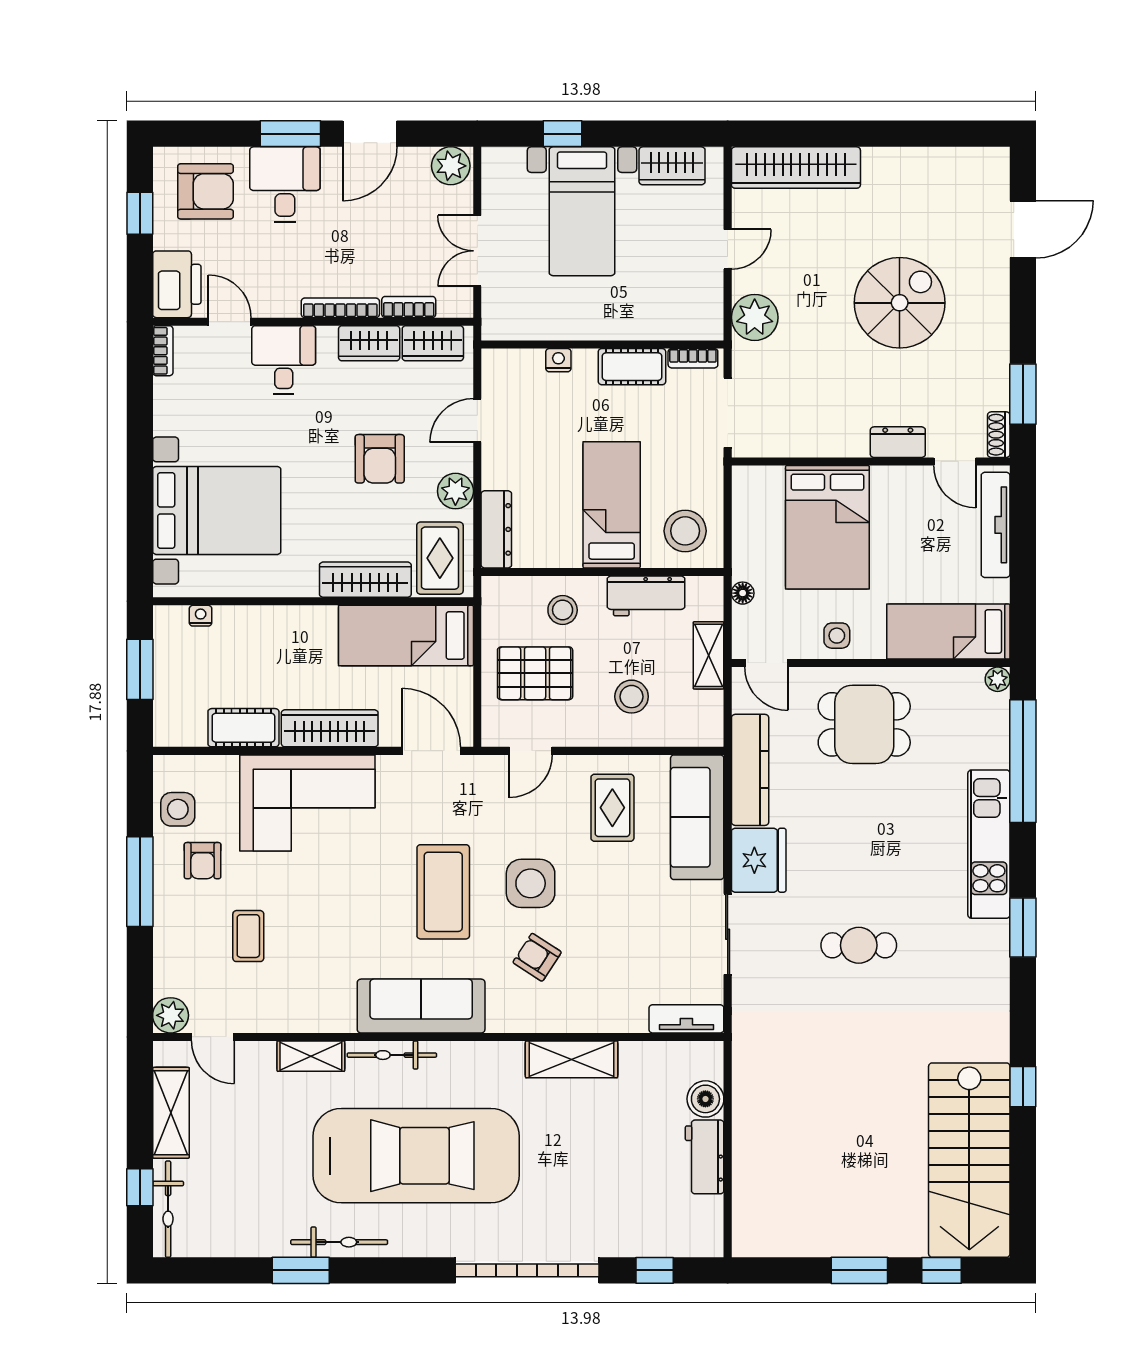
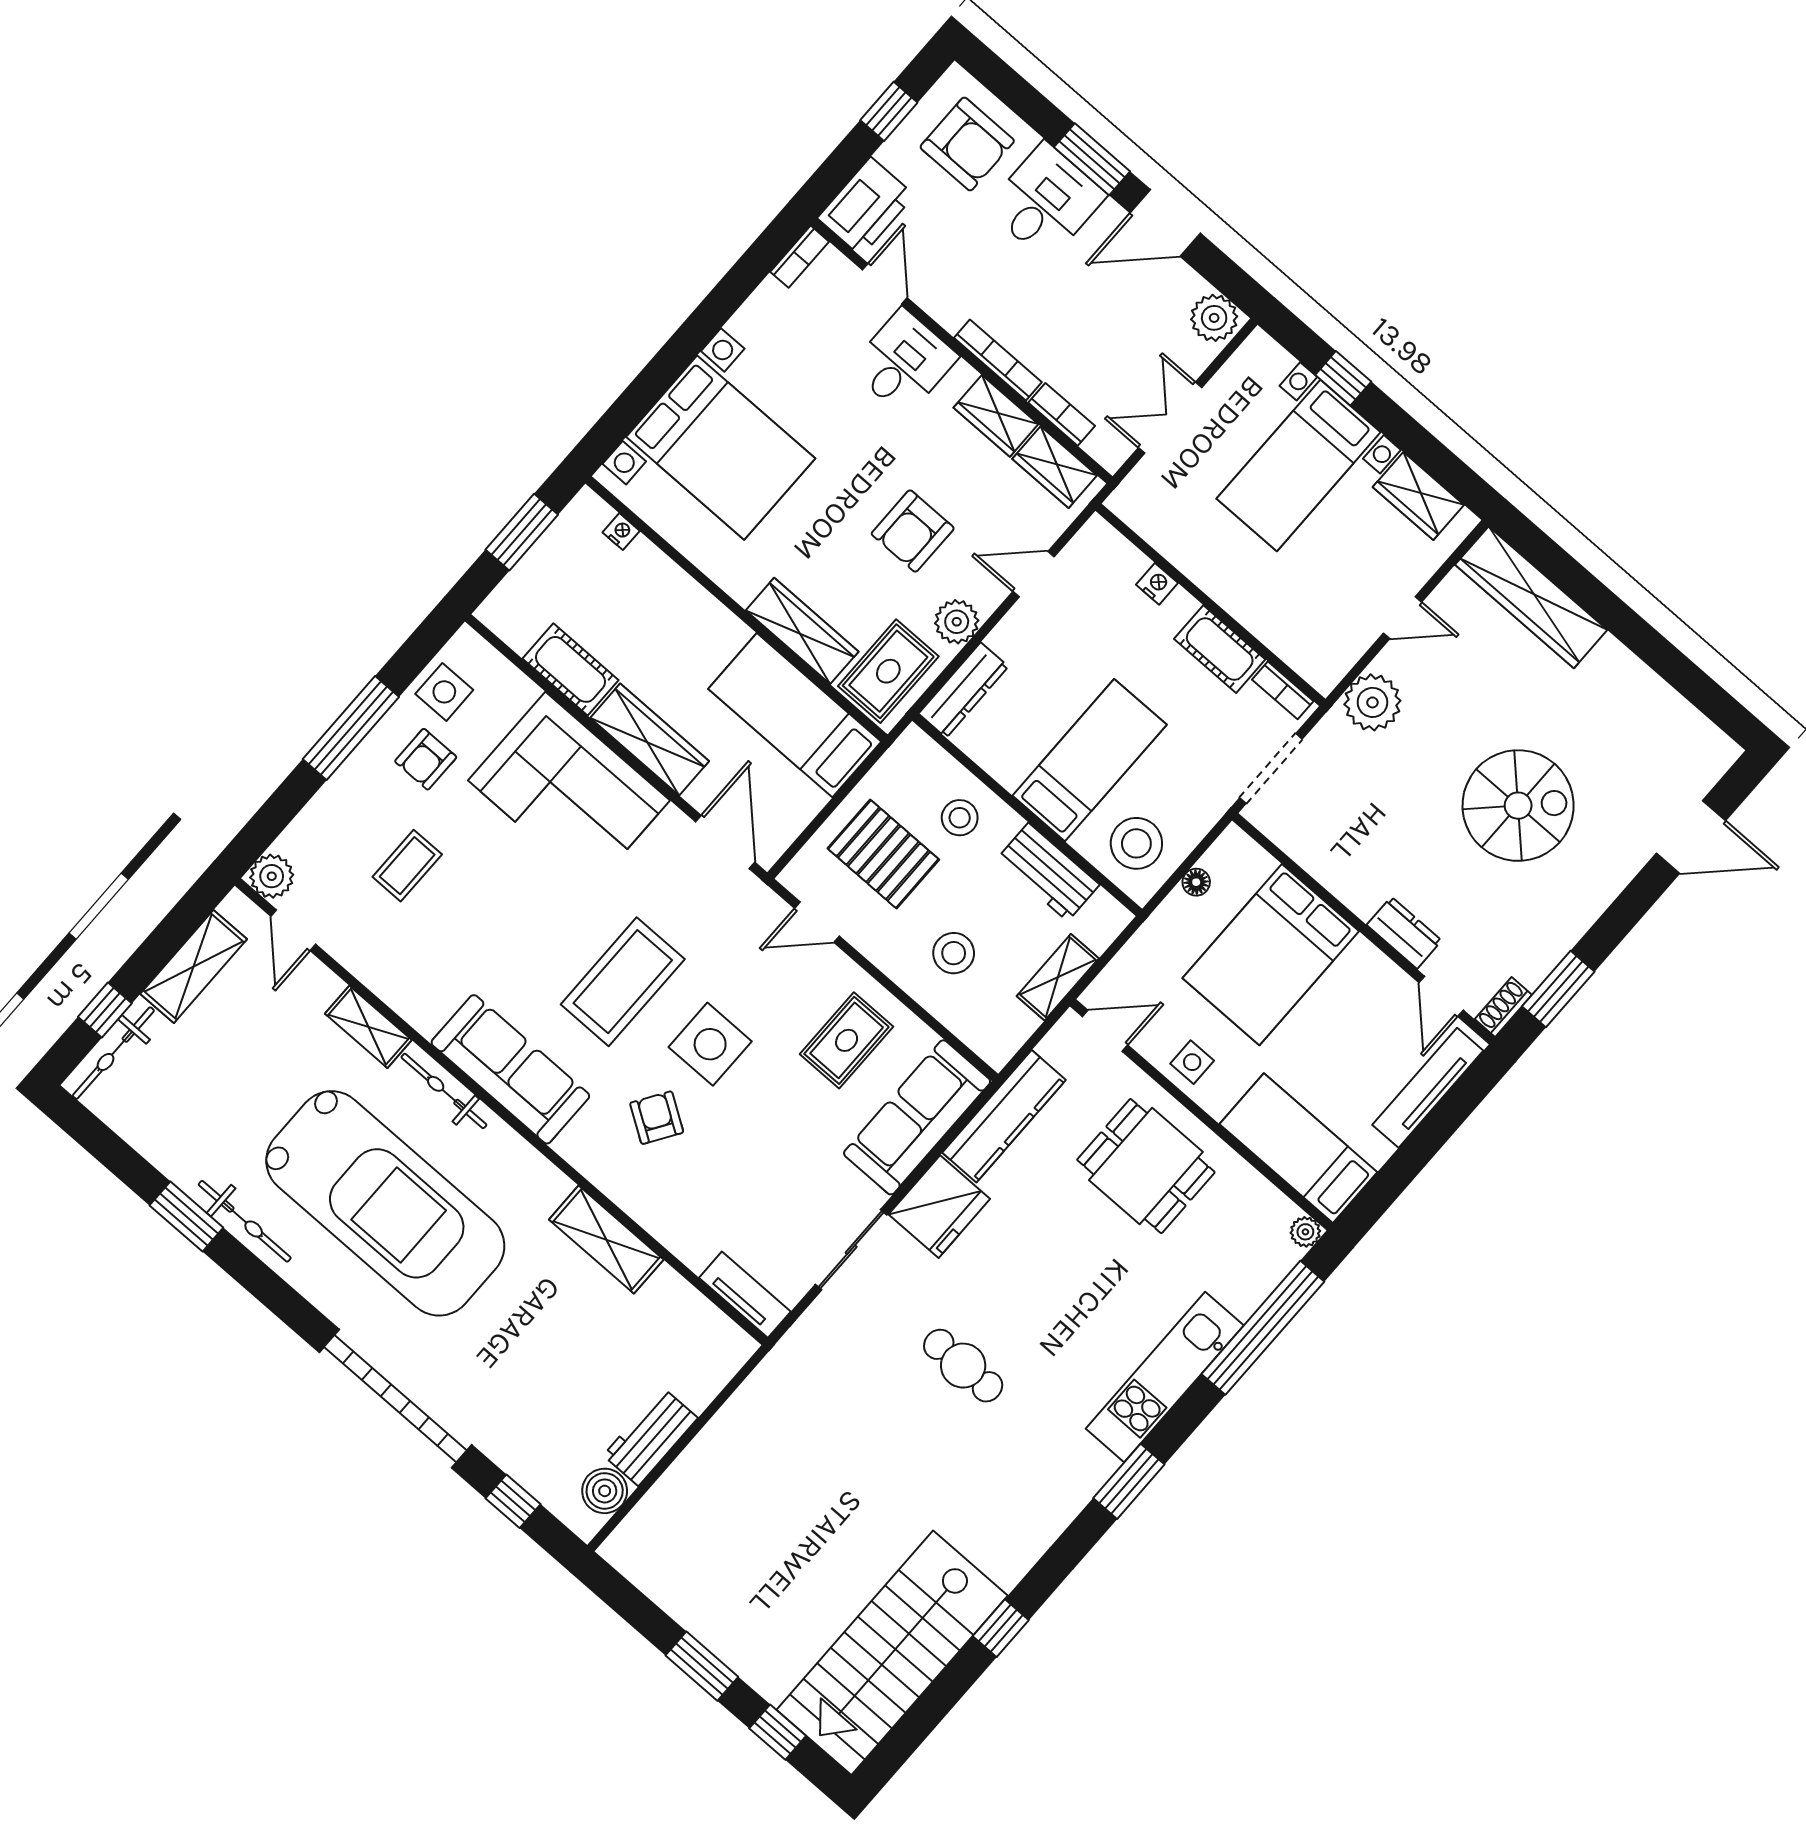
floor lamp: (743, 593) -> (1196, 882), moved
door: (766, 663) -> (1105, 1031), swing flipped
boiler: (705, 1099) -> (605, 1491), moved

